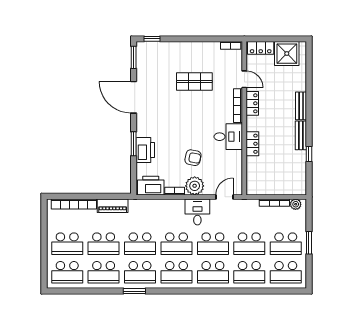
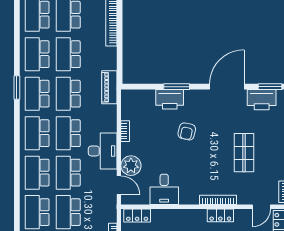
door: (244, 79) -> (261, 207), moved
desk: (228, 137) -> (164, 189), moved
locker: (252, 144) -> (137, 215), moved
armchair: (193, 158) -> (187, 131), moved
printer: (151, 186) -> (262, 100), moved, turned 90
plant: (195, 186) -> (131, 166), moved
piano: (113, 206) -> (109, 87), moved
desk: (197, 212) -> (103, 151), width x1.37

